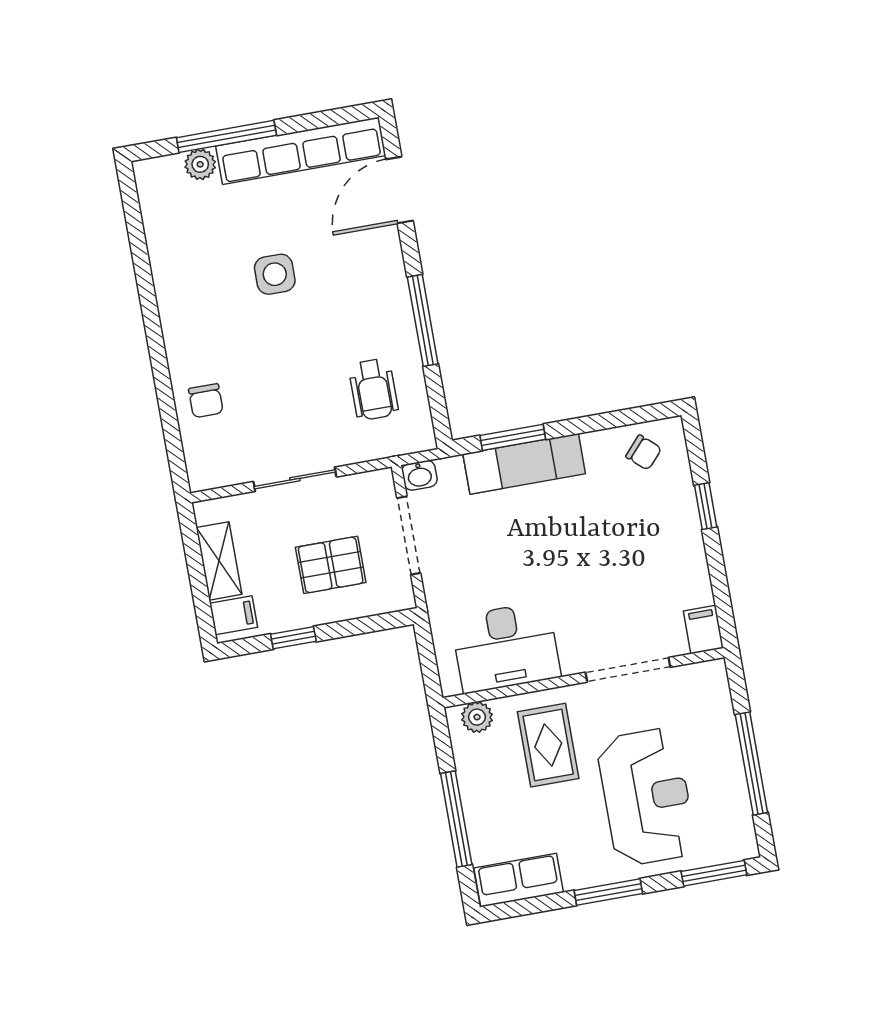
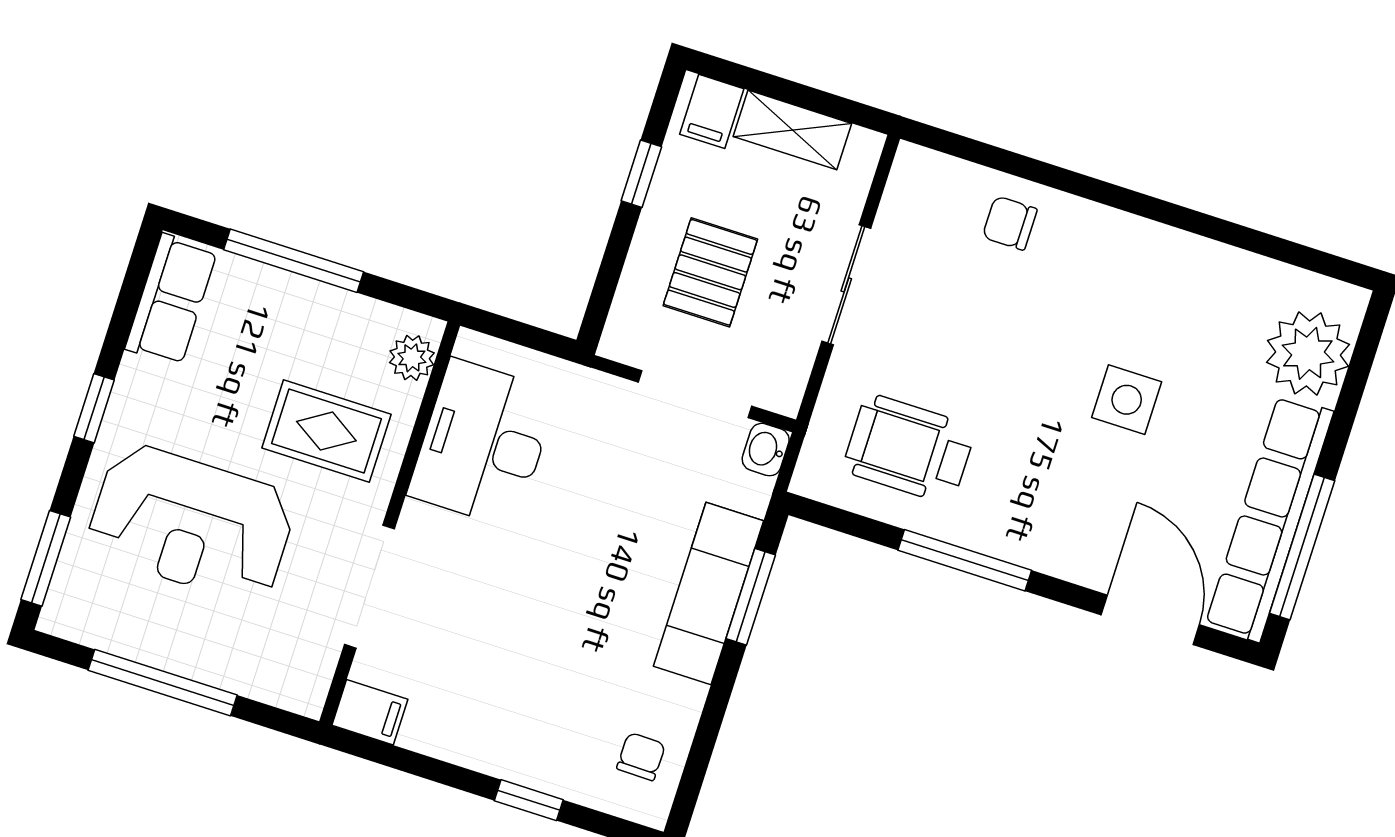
window: (226, 136) -> (1302, 547), moved
plant: (200, 164) -> (1308, 353), width x1.87, depth x1.87
wheelchair: (373, 389) -> (909, 449), width x1.36, depth x1.37
chair: (644, 453) -> (641, 756), turned 139
window: (608, 892) -> (94, 408), width x0.67

